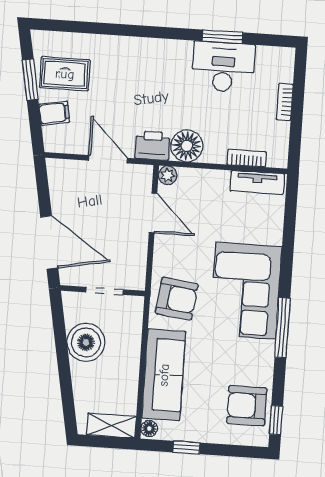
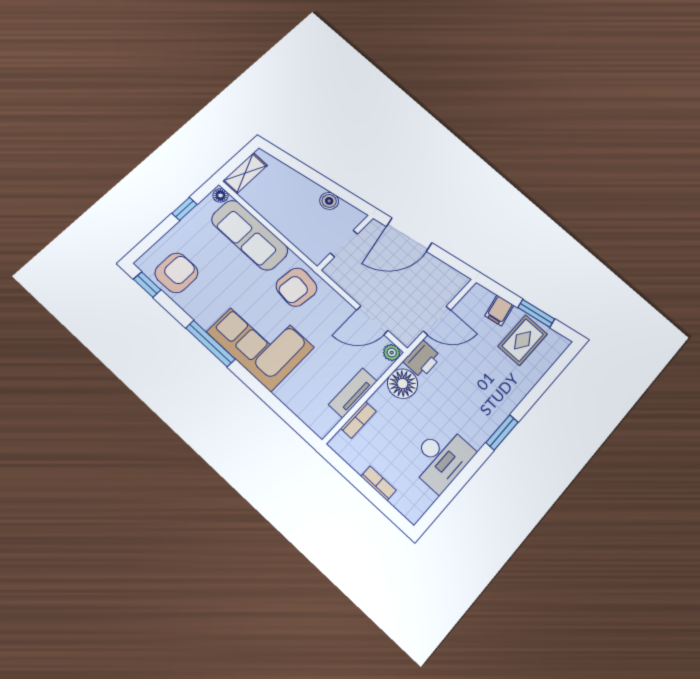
window: (223, 37) -> (502, 432), moved
tv unit: (257, 182) -> (353, 393), moved
boiler: (86, 342) -> (329, 201), width x0.54, depth x0.54

